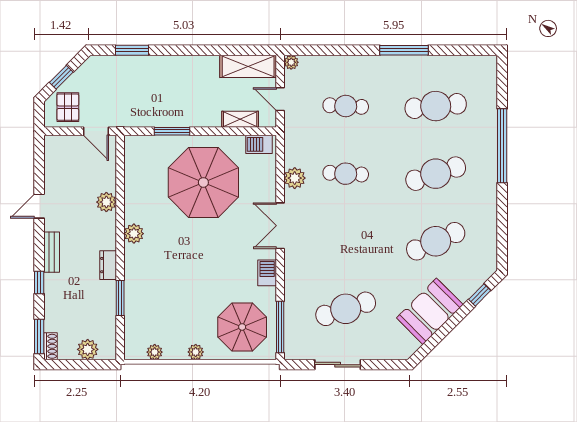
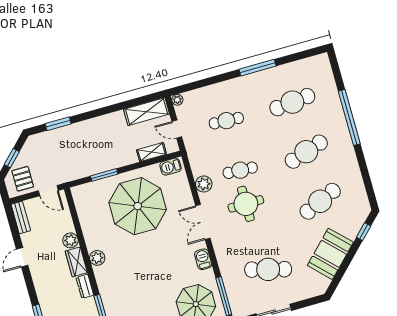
round table: (341, 218) -> (246, 204), added
wardrobe: (106, 231) -> (76, 262), added
bench: (52, 252) -> (21, 217), moved
cafe table: (346, 309) -> (268, 269), turned 33

